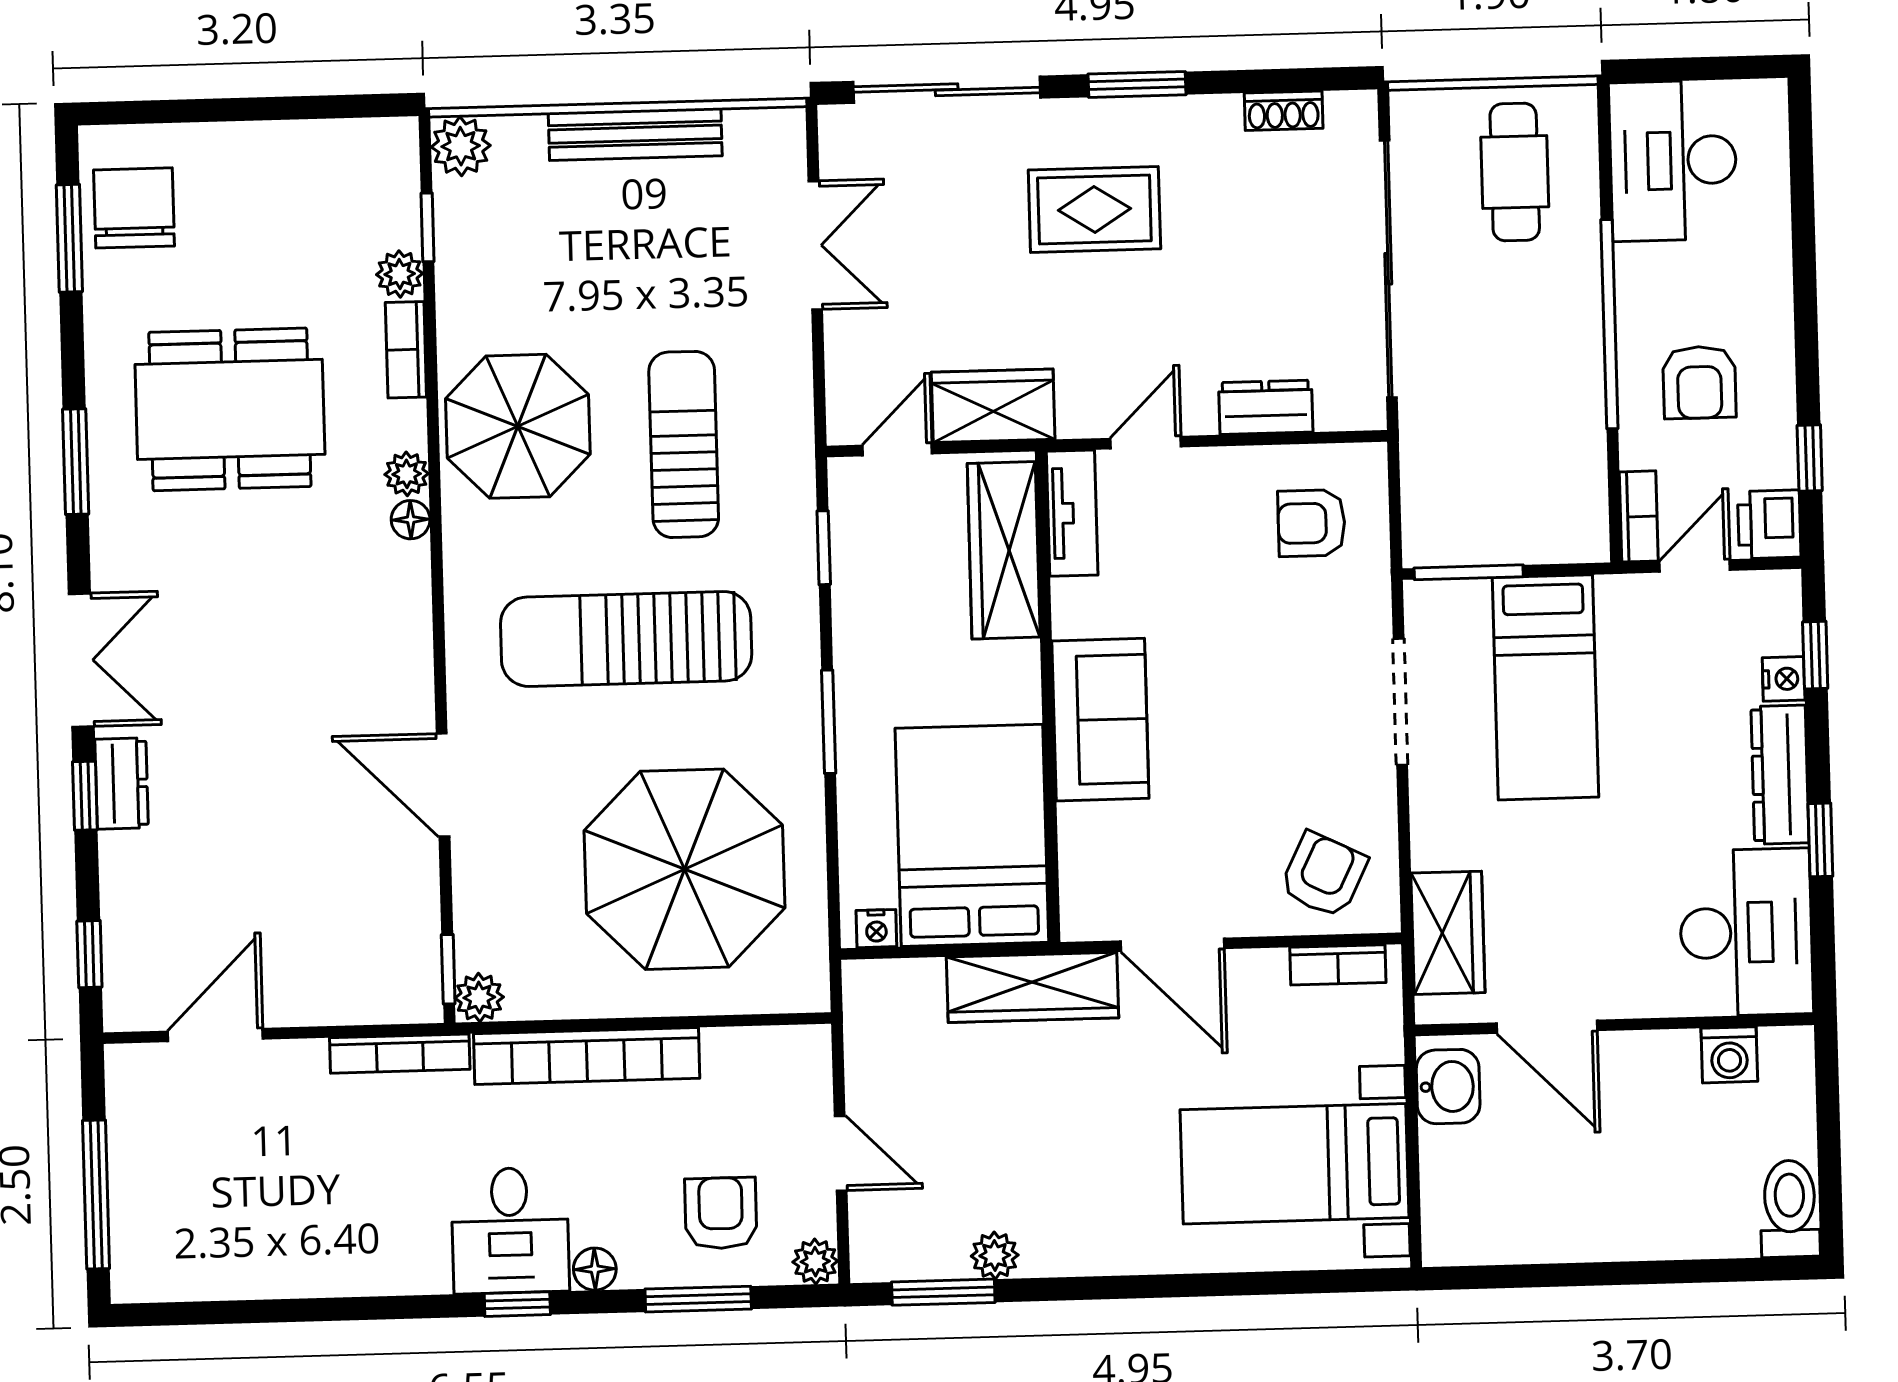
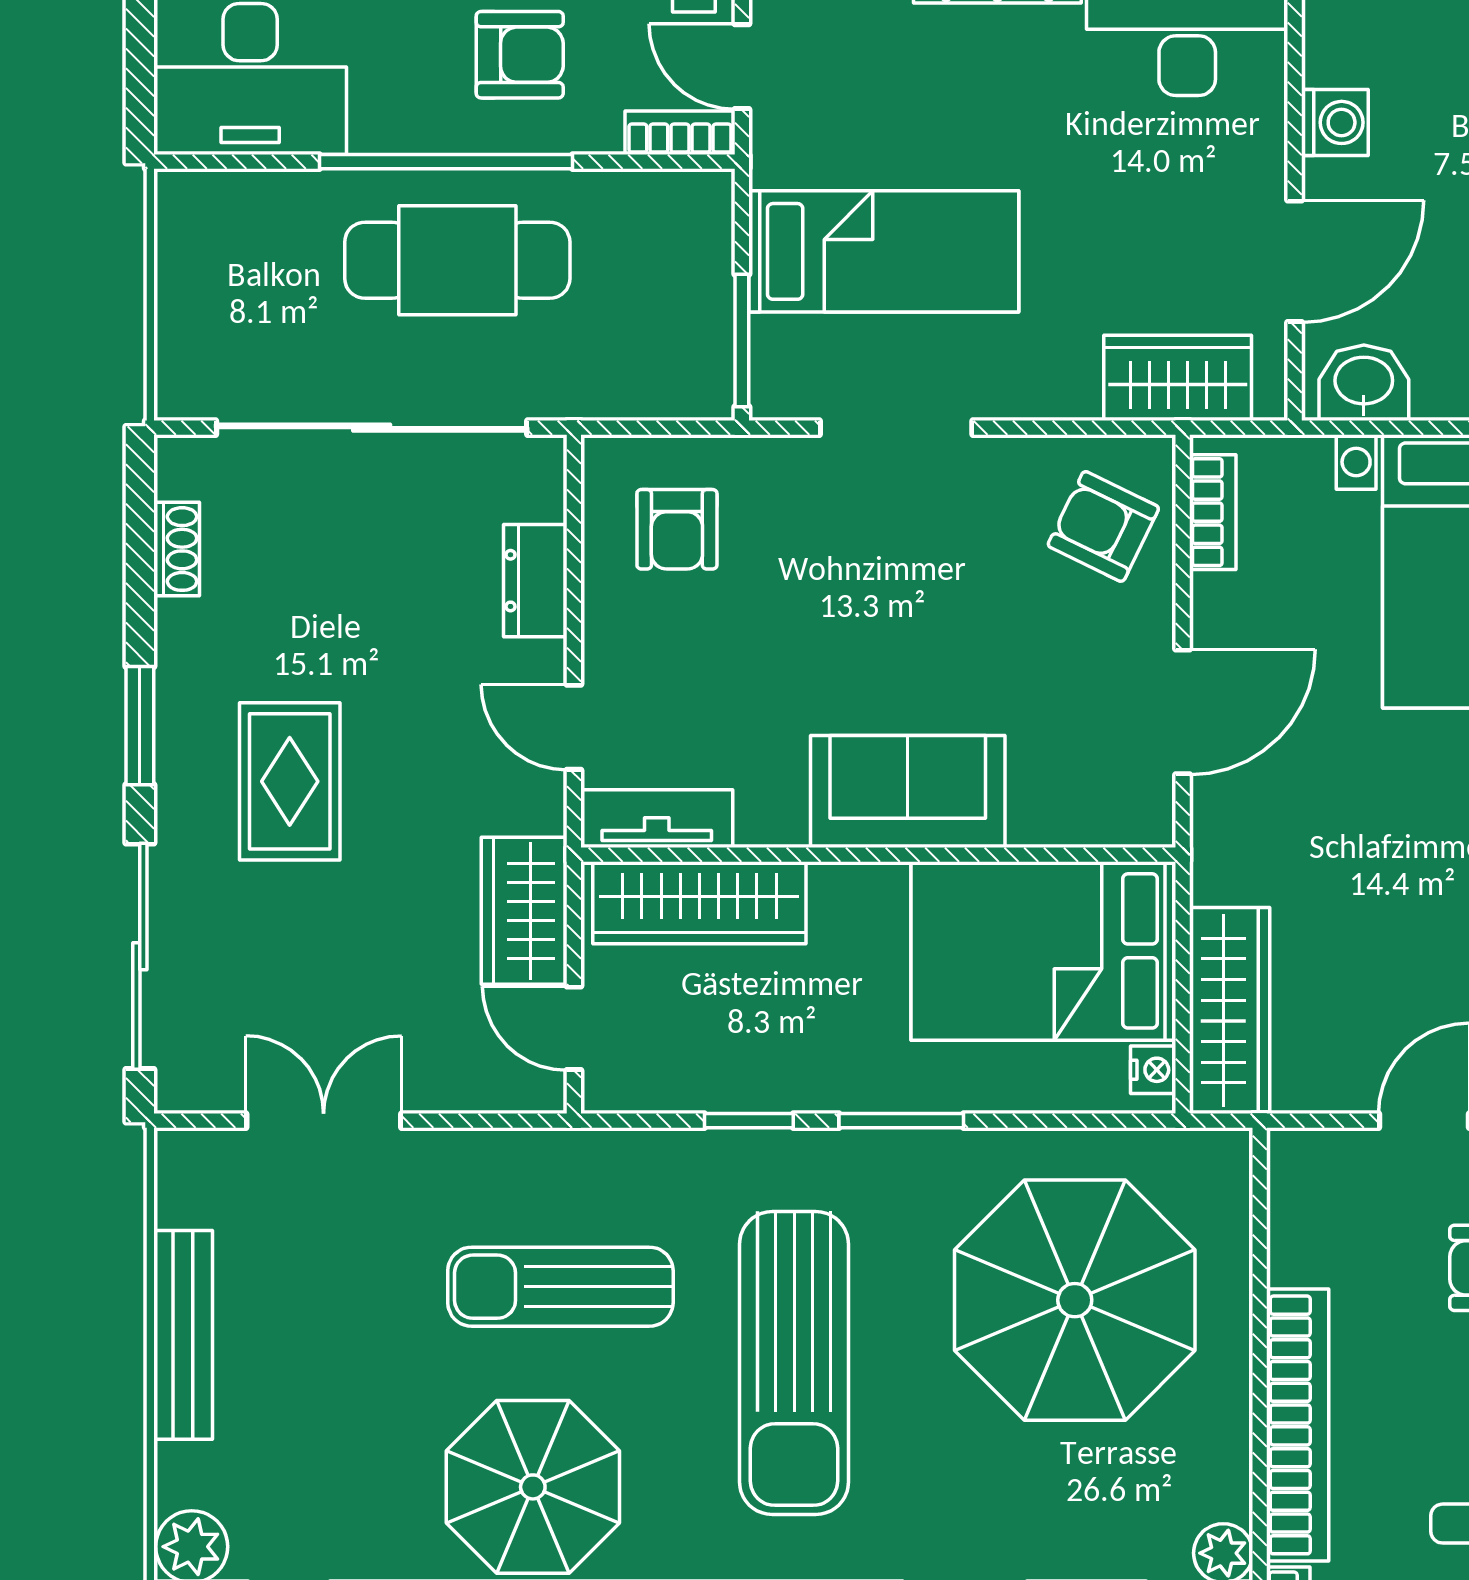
cafe table: (1515, 172) -> (457, 260), moved, width x1.37, depth x1.35
window: (824, 548) -> (749, 1121), moved
wardrobe: (1032, 987) -> (1230, 1010), moved
washing machine: (1729, 1055) -> (1335, 122), moved

